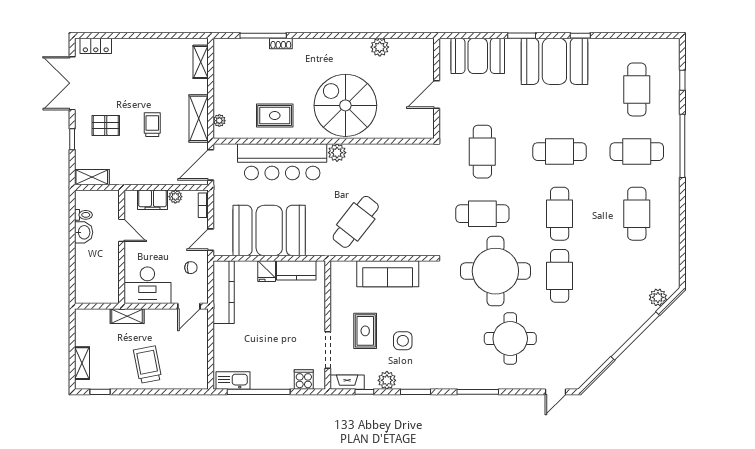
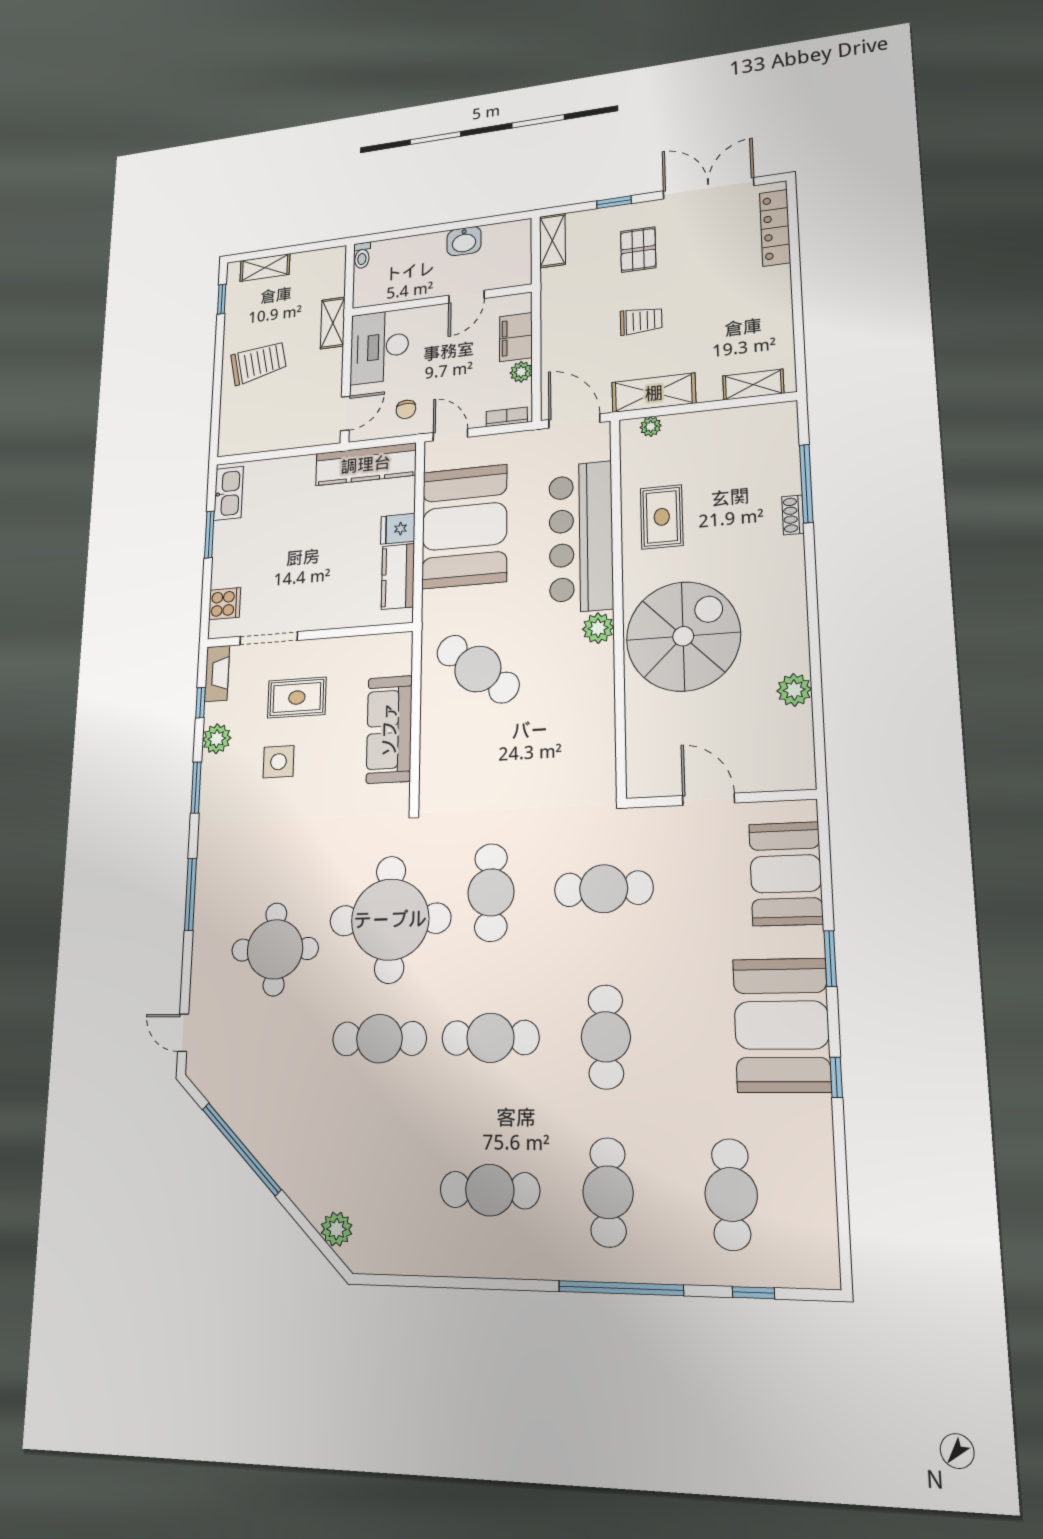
locker: (96, 46) -> (775, 228), width x1.53
cafe table: (637, 89) -> (731, 1194), turned 90
toilet: (83, 215) -> (362, 255), moved
door: (189, 306) -> (345, 413), swing flipped
window: (635, 336) -> (242, 1149), moved
window: (259, 392) -> (209, 535), width x0.47

